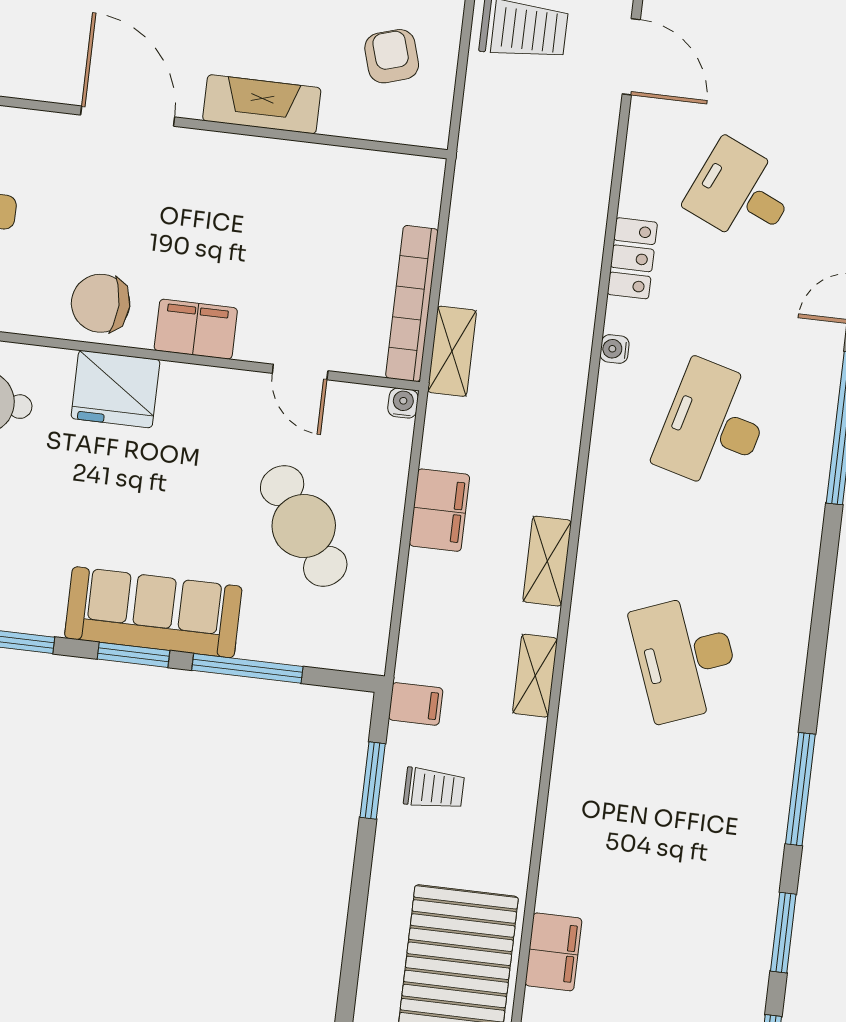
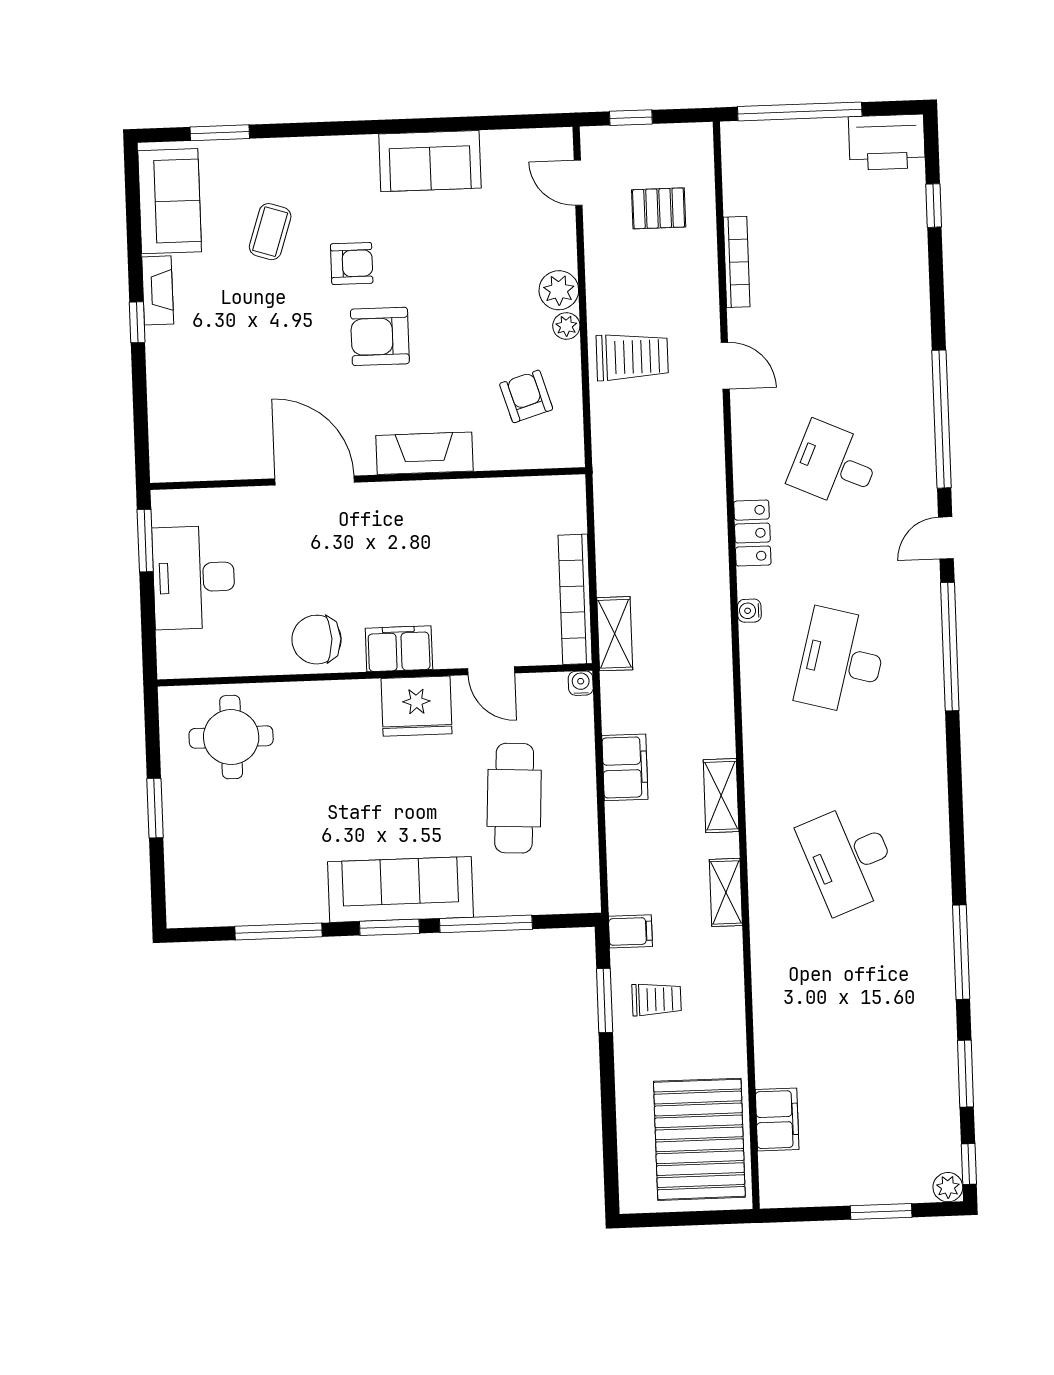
door: (631, 57) -> (725, 366), width x0.73
fridge: (115, 389) -> (417, 706), moved
cafe table: (304, 526) -> (514, 798), turned 38

